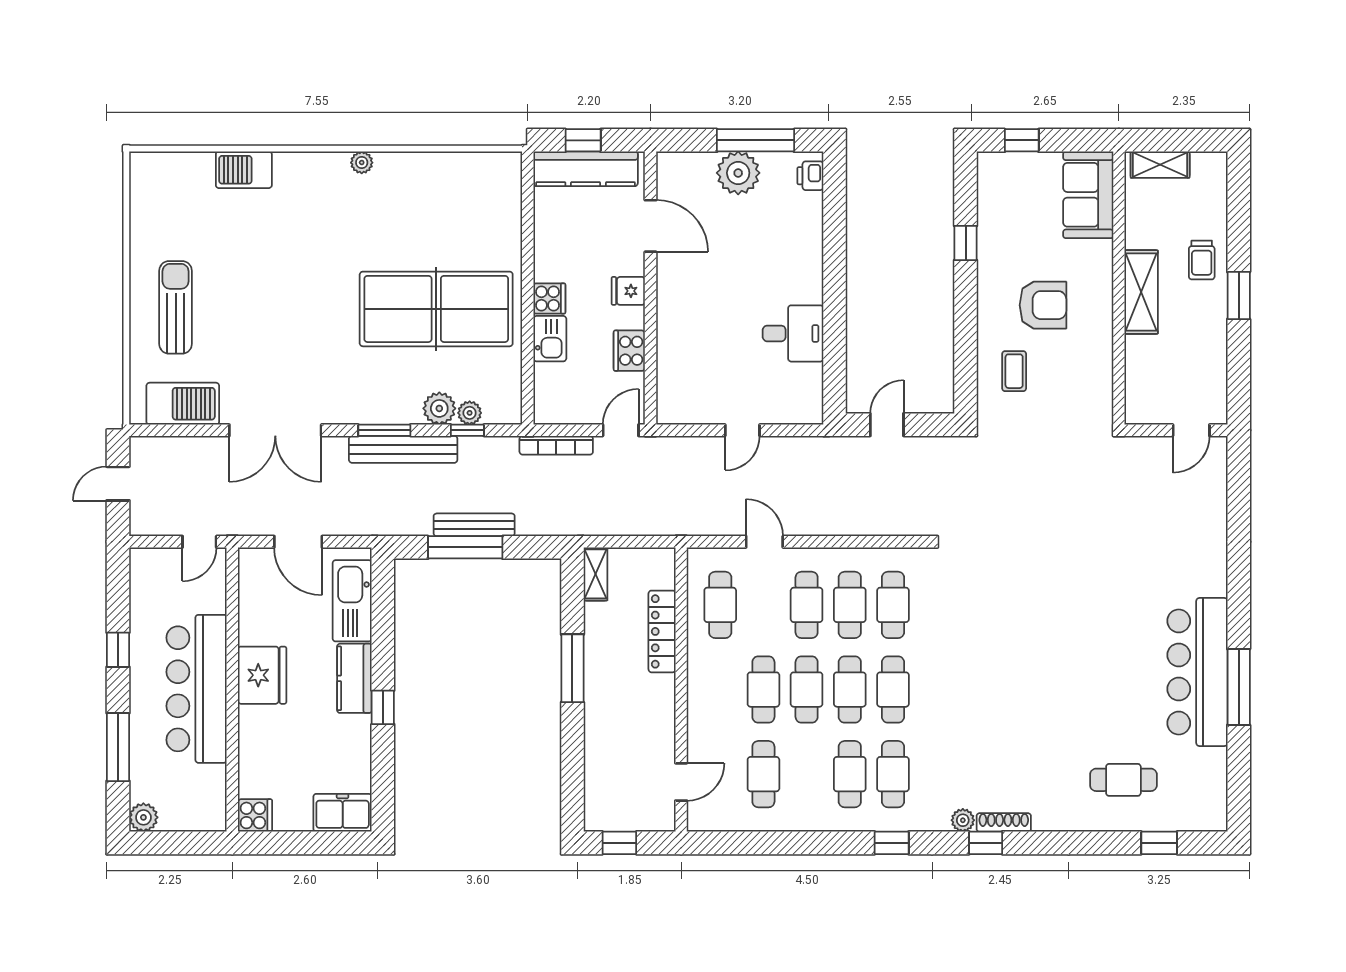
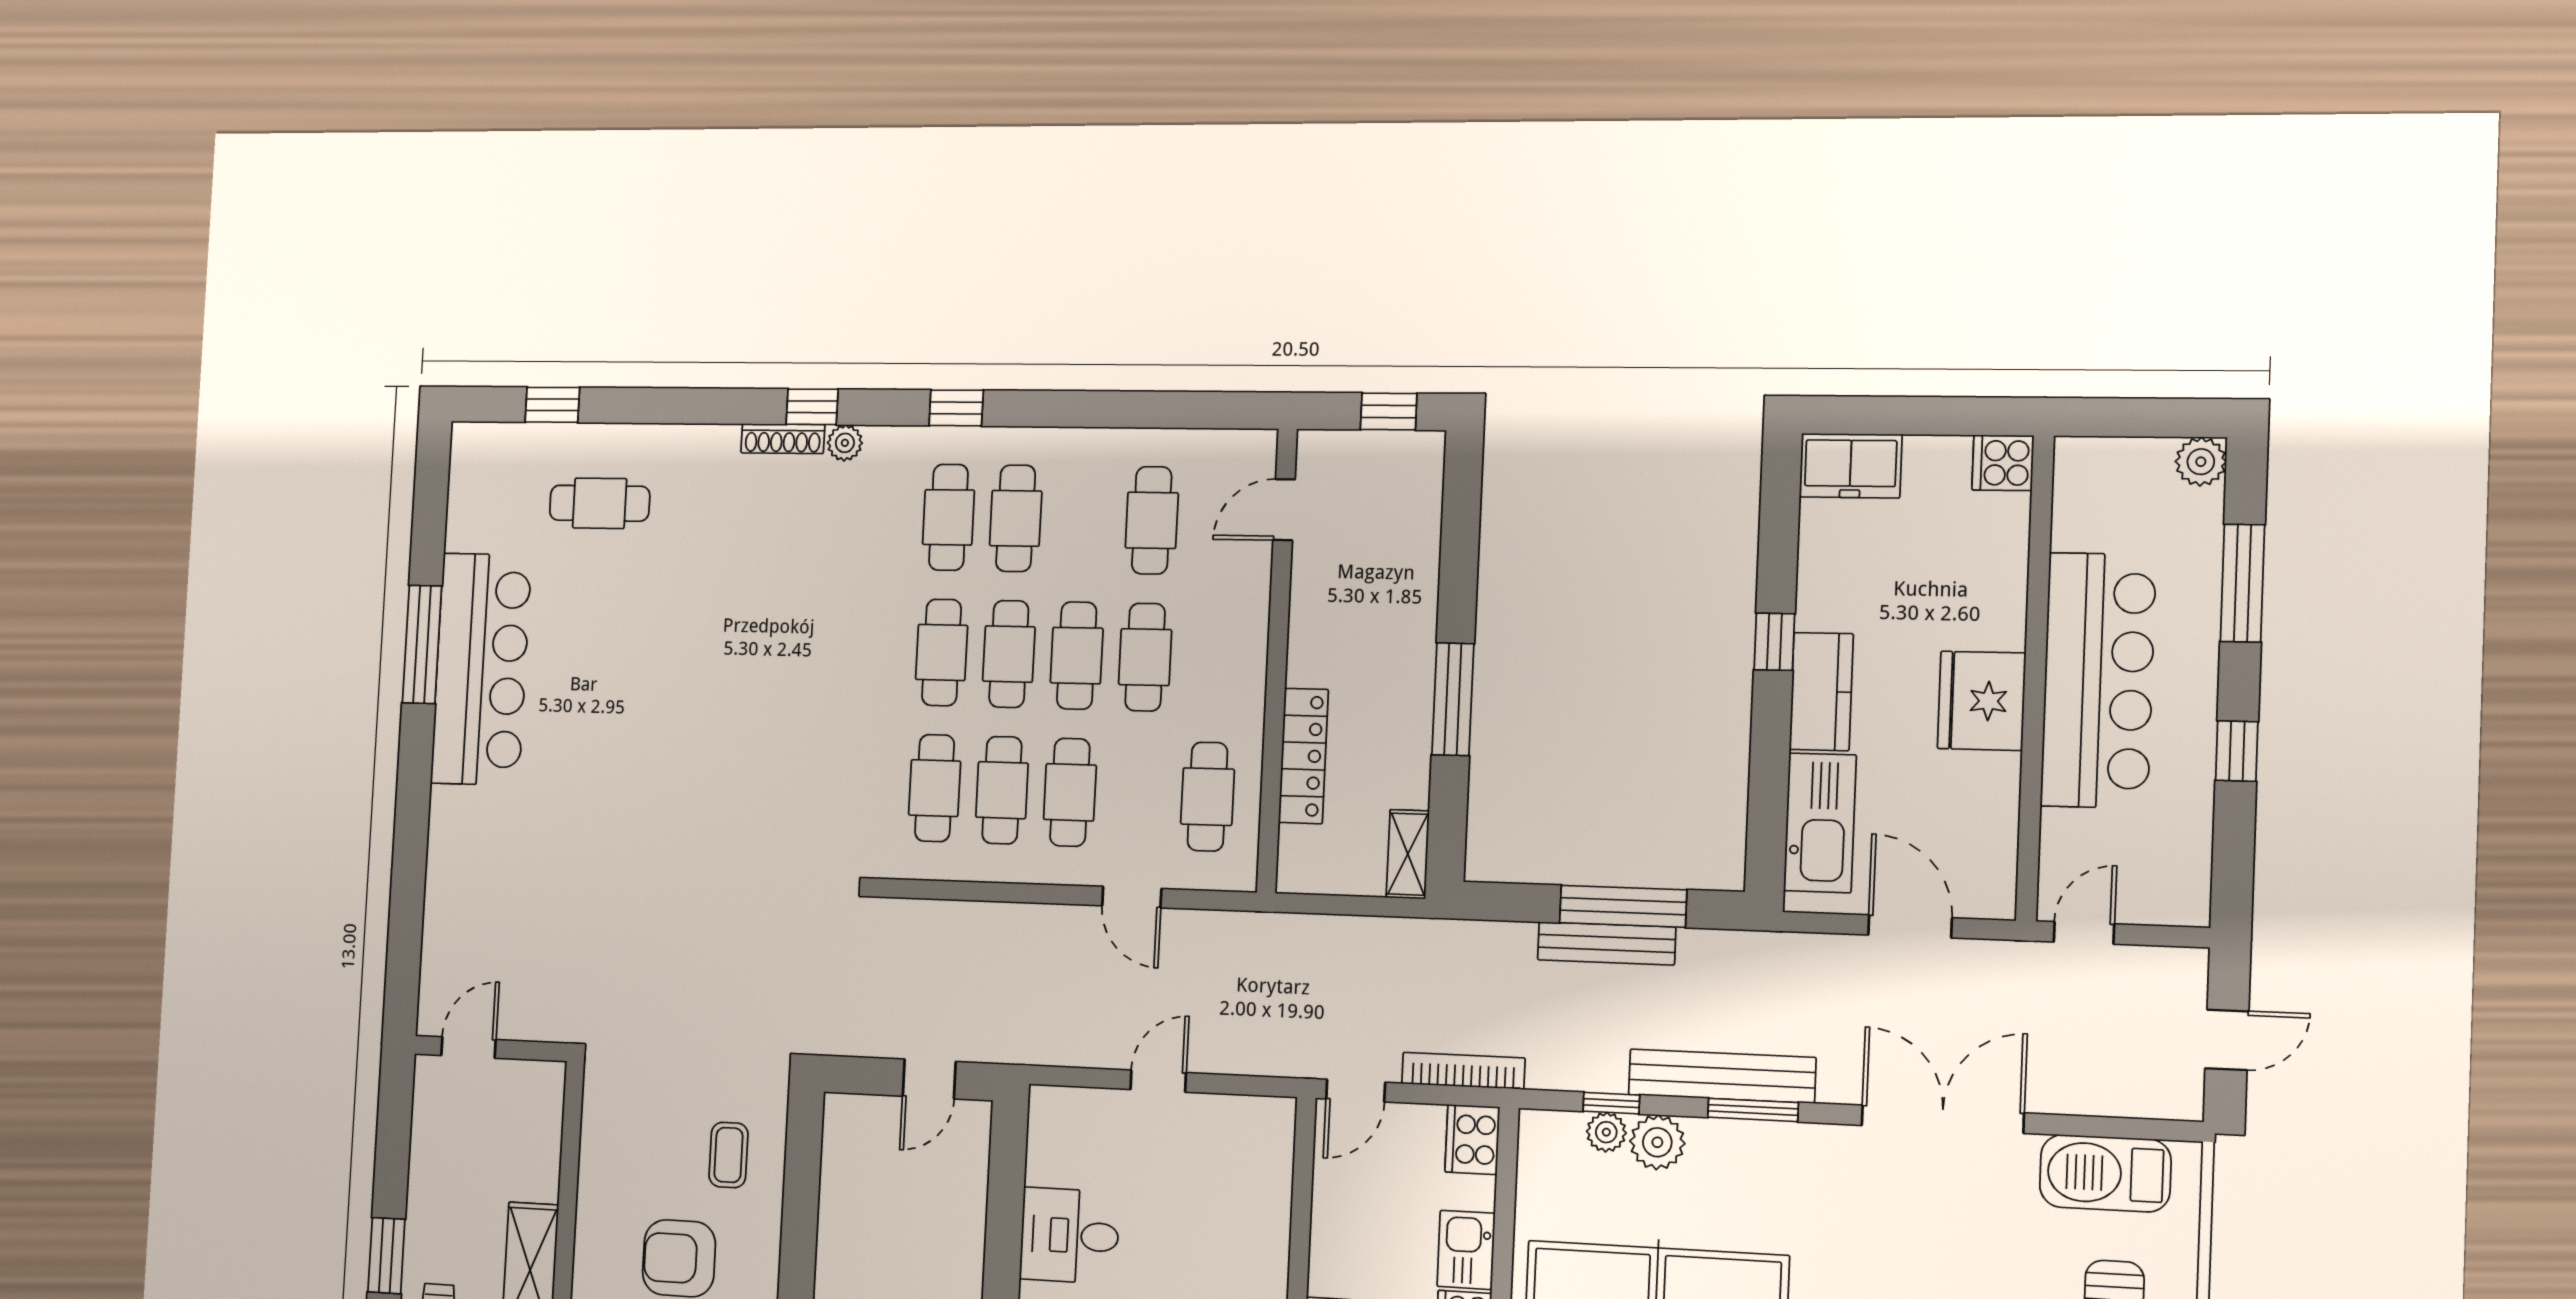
cooker: (629, 351) -> (1472, 1140), moved, turned 180

